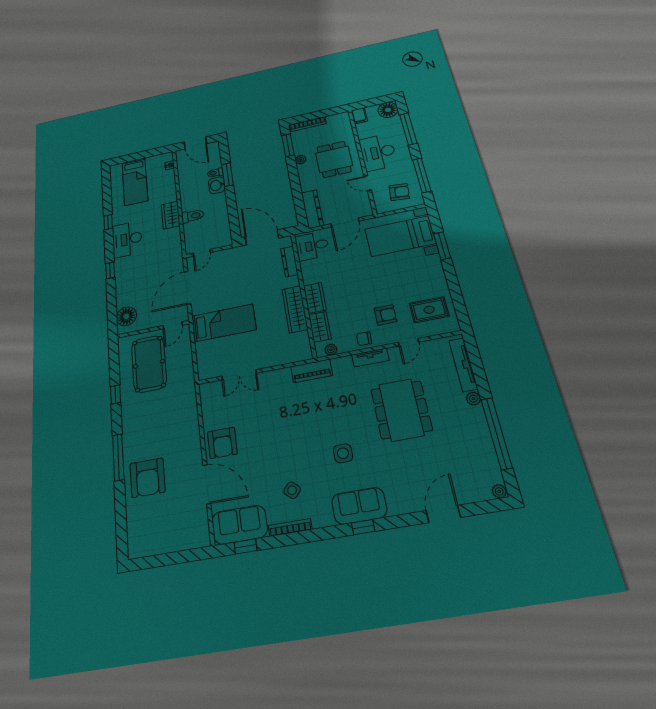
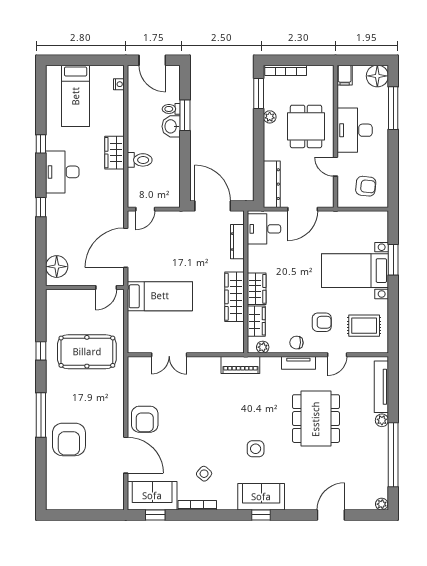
window: (422, 175) -> (393, 172), removed
bed with nightstands: (400, 236) -> (355, 271), moved
pool table: (149, 364) -> (87, 352), moved, turned 90

